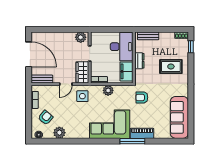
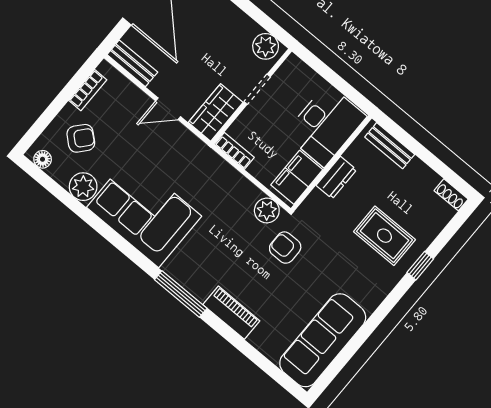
window: (191, 47) -> (420, 266), moved
plant: (108, 90) -> (267, 211), moved
side table: (82, 96) -> (180, 155), removed
corner sofa: (110, 124) -> (144, 212), moved
window: (132, 141) -> (181, 294), moved

